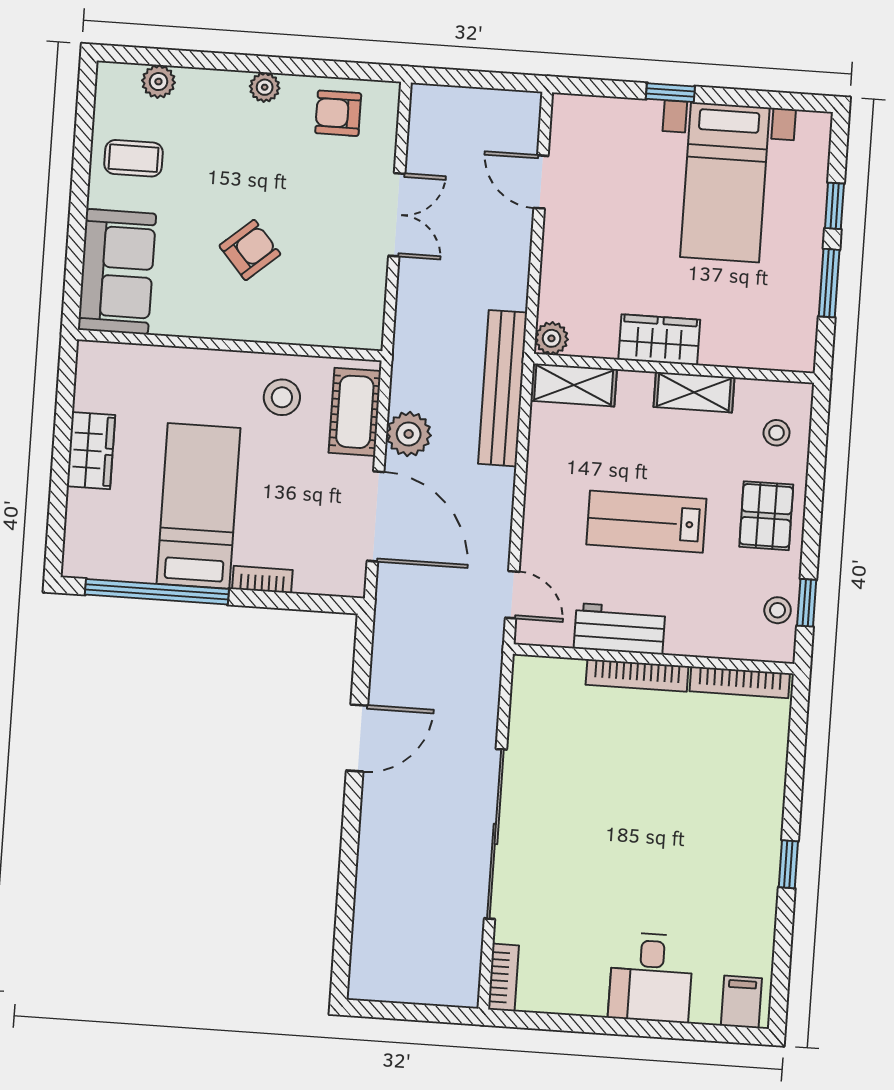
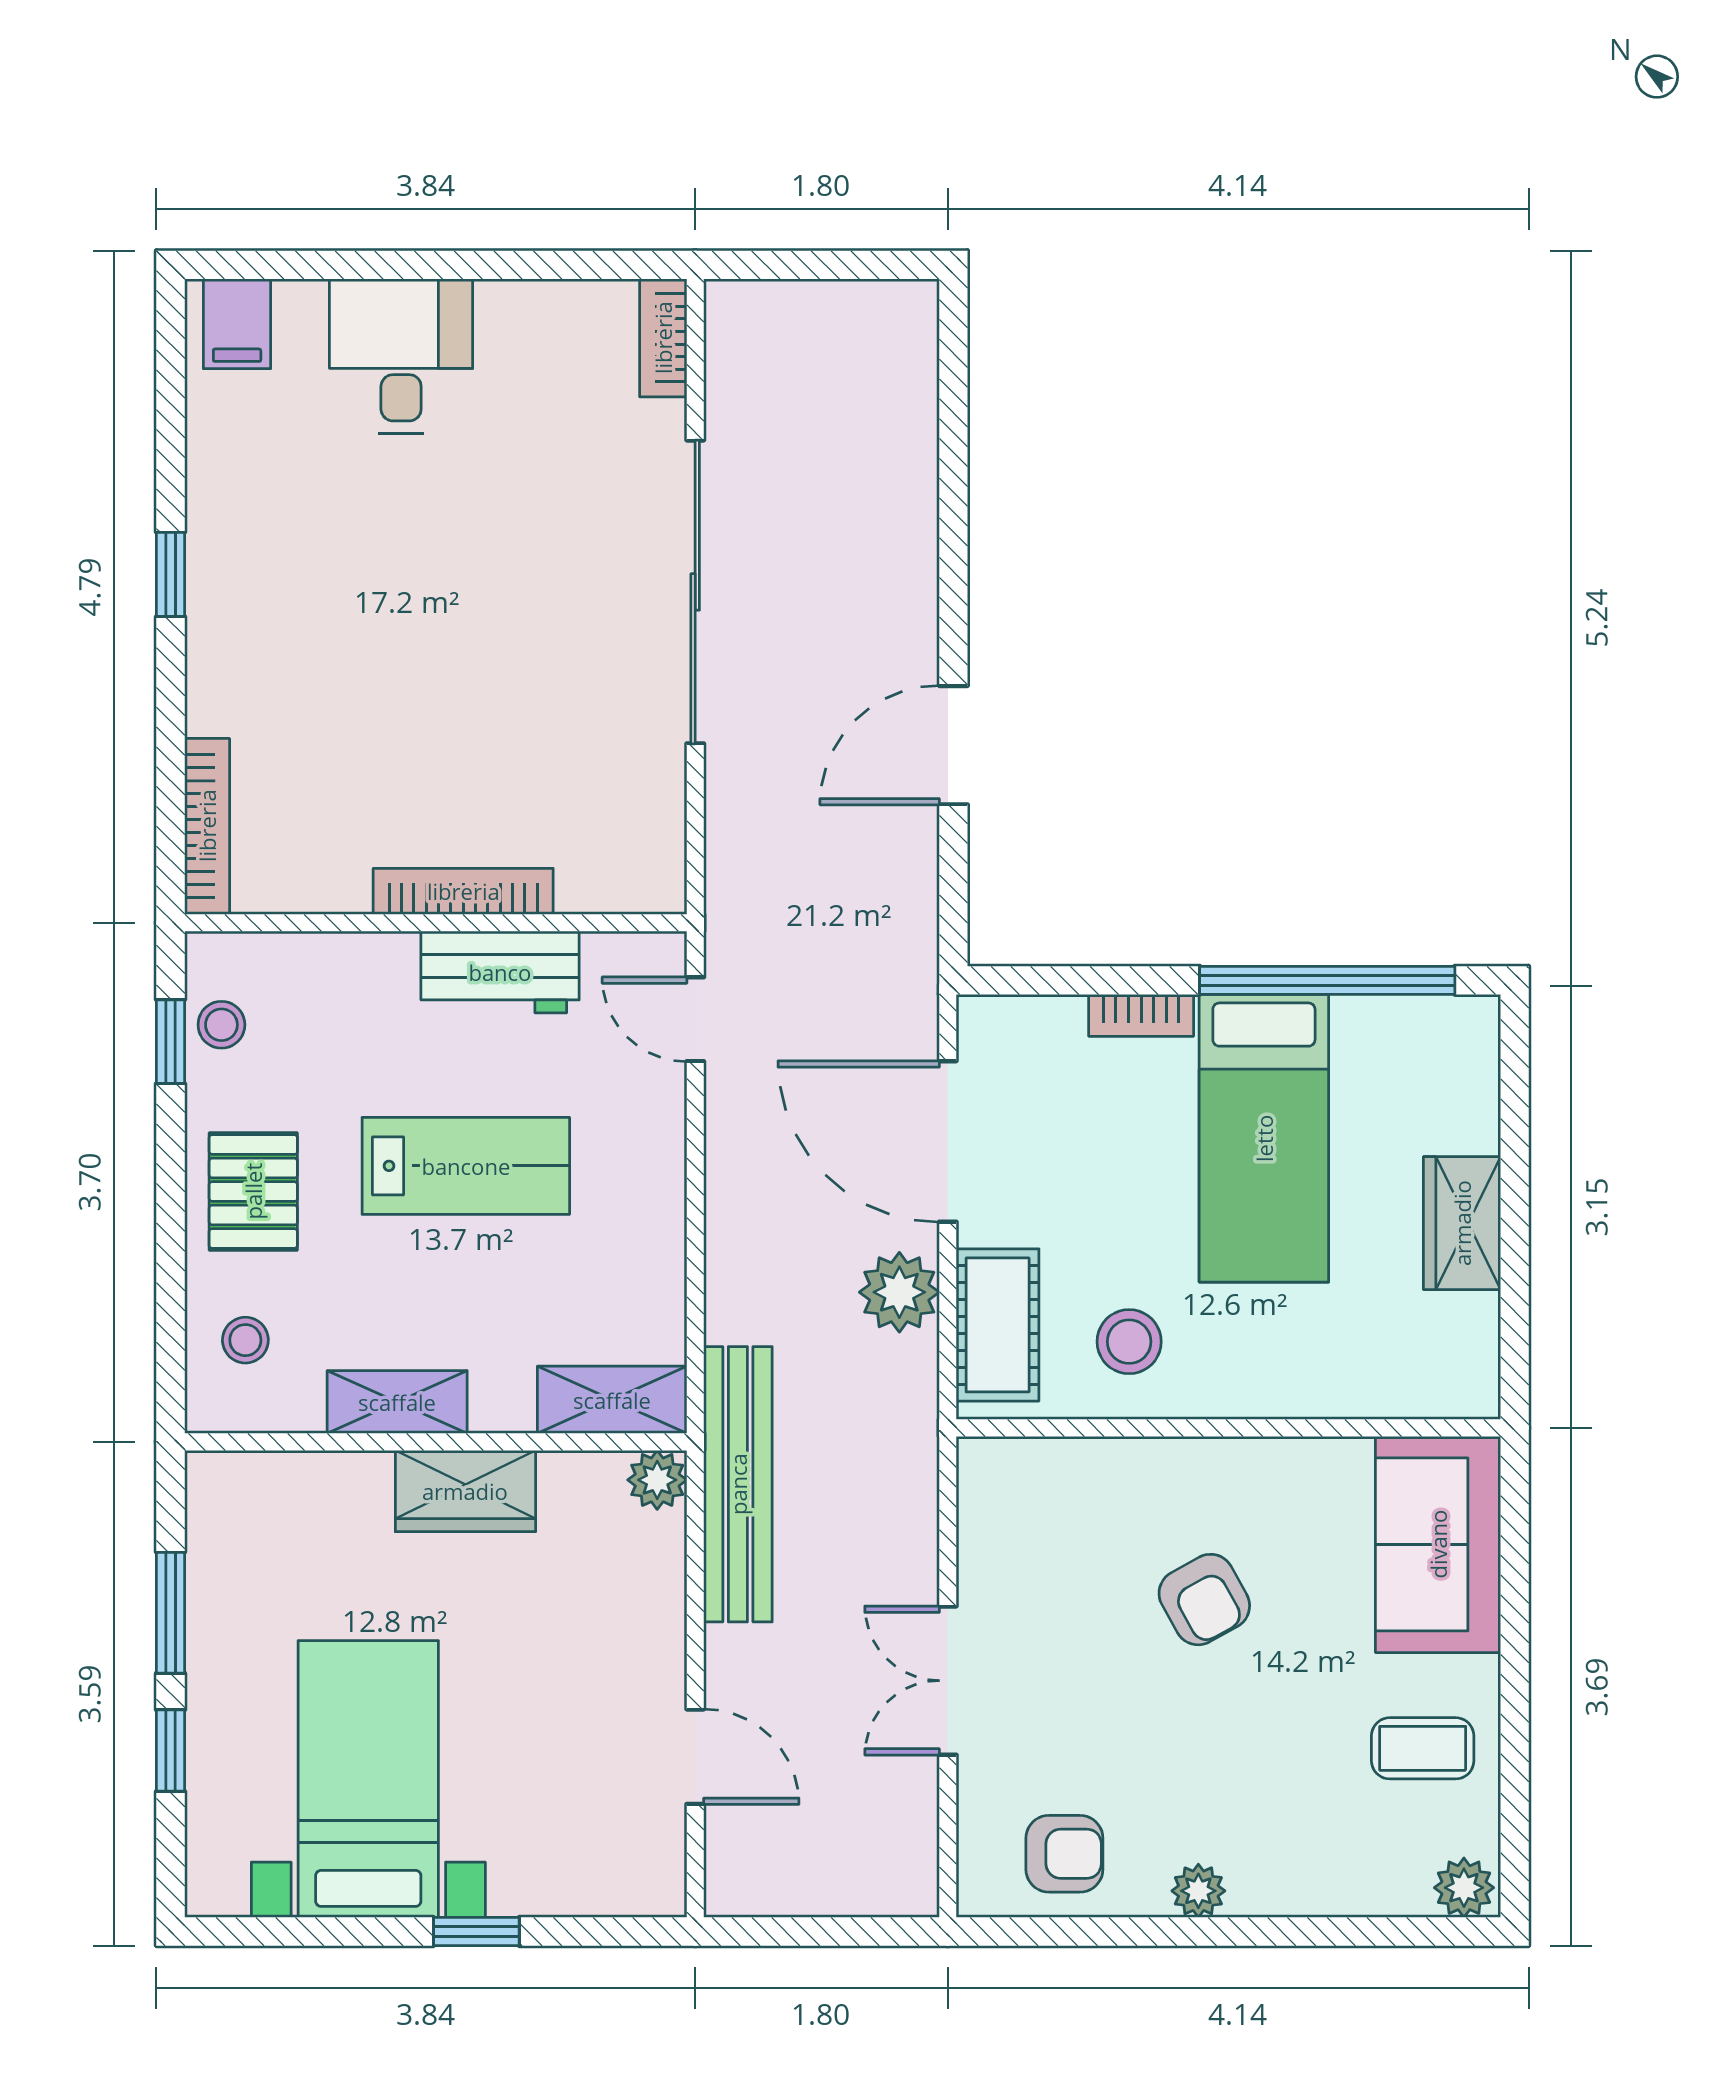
plant: (158, 82) -> (1464, 1888), moved
armchair: (250, 250) -> (1204, 1600), turned -78
bench: (503, 388) -> (738, 1484), moved
bookcase: (740, 682) -> (207, 826), moved, turned 90

